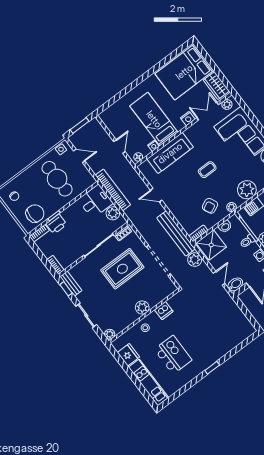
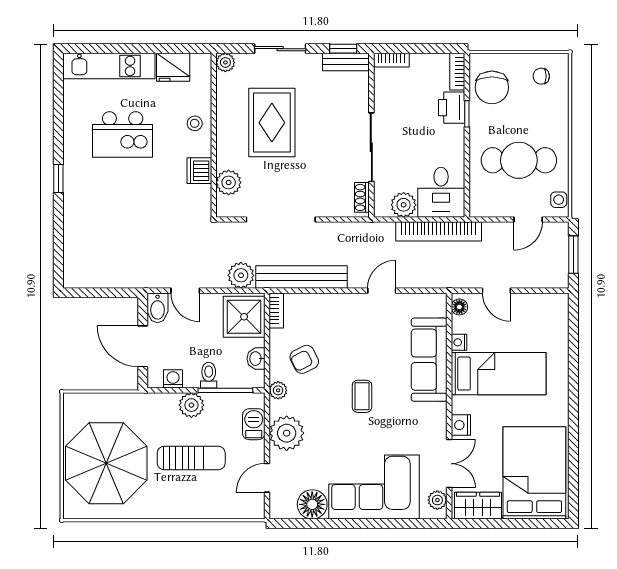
armchair: (210, 206) -> (304, 359), turned -91
rug: (122, 269) -> (272, 123), moved
plant: (142, 308) -> (229, 182), moved

